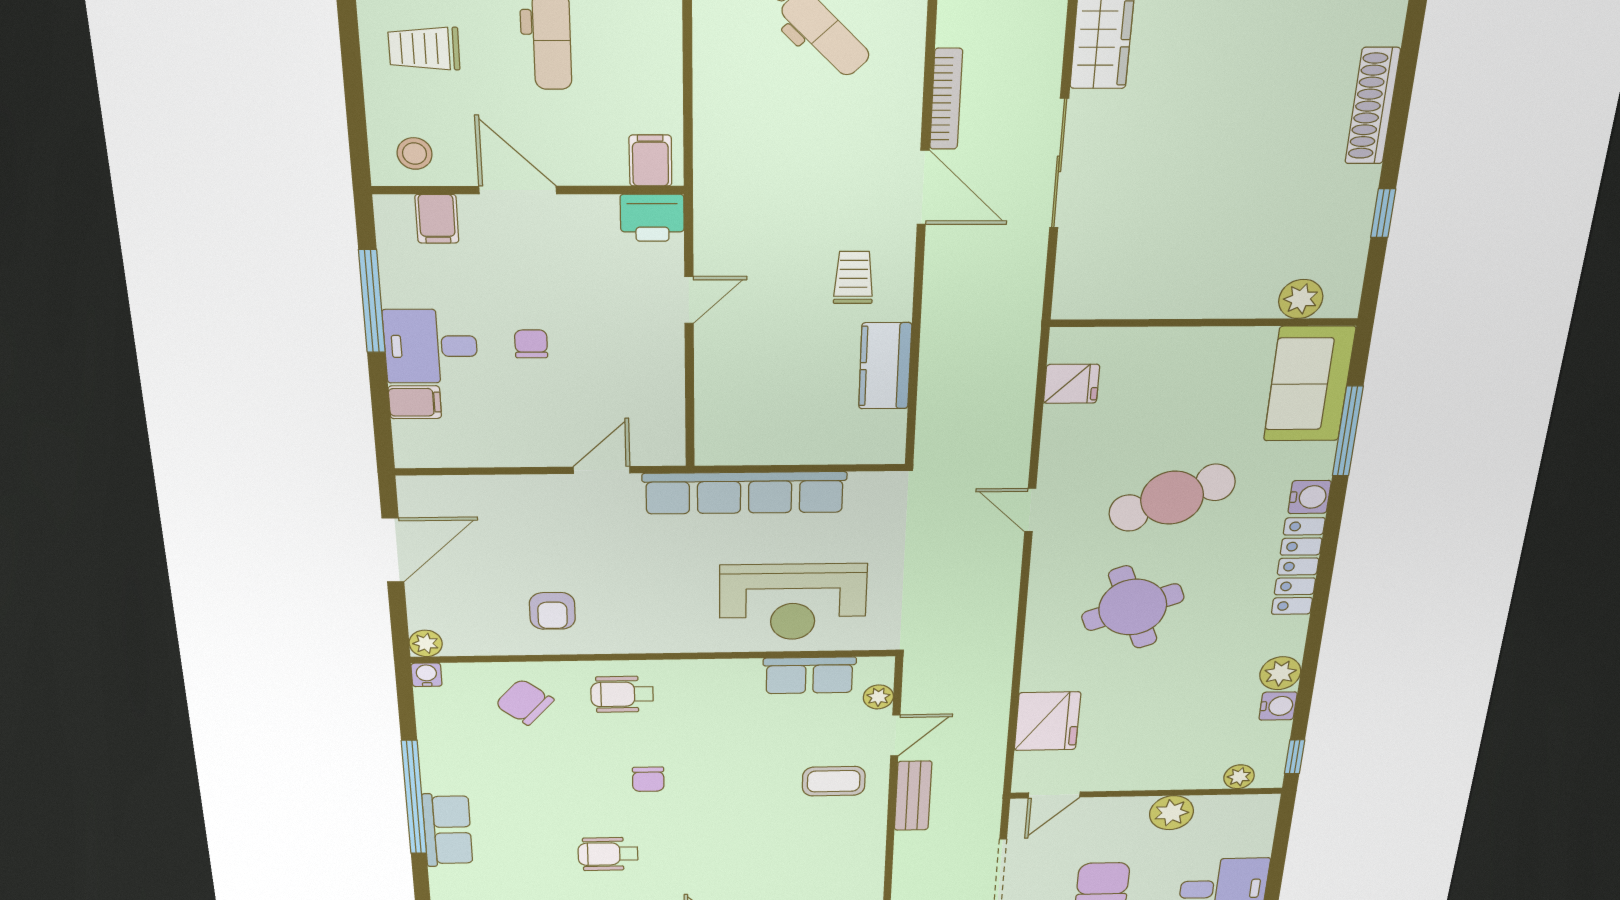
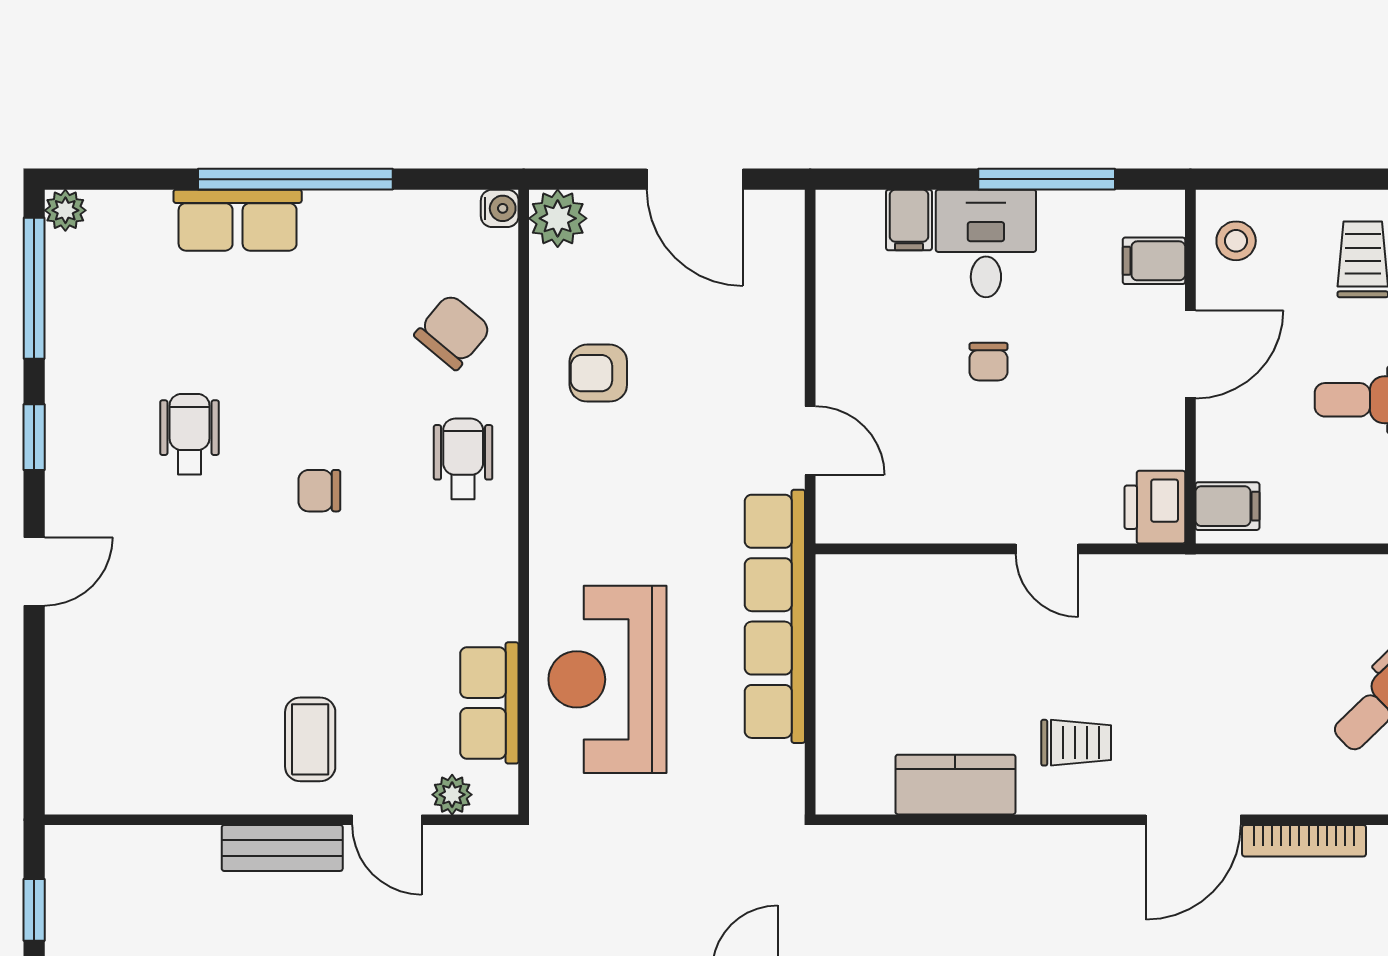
chair: (531, 344) -> (989, 362), turned 90
plant: (426, 643) -> (558, 218), width x1.38, depth x1.38

